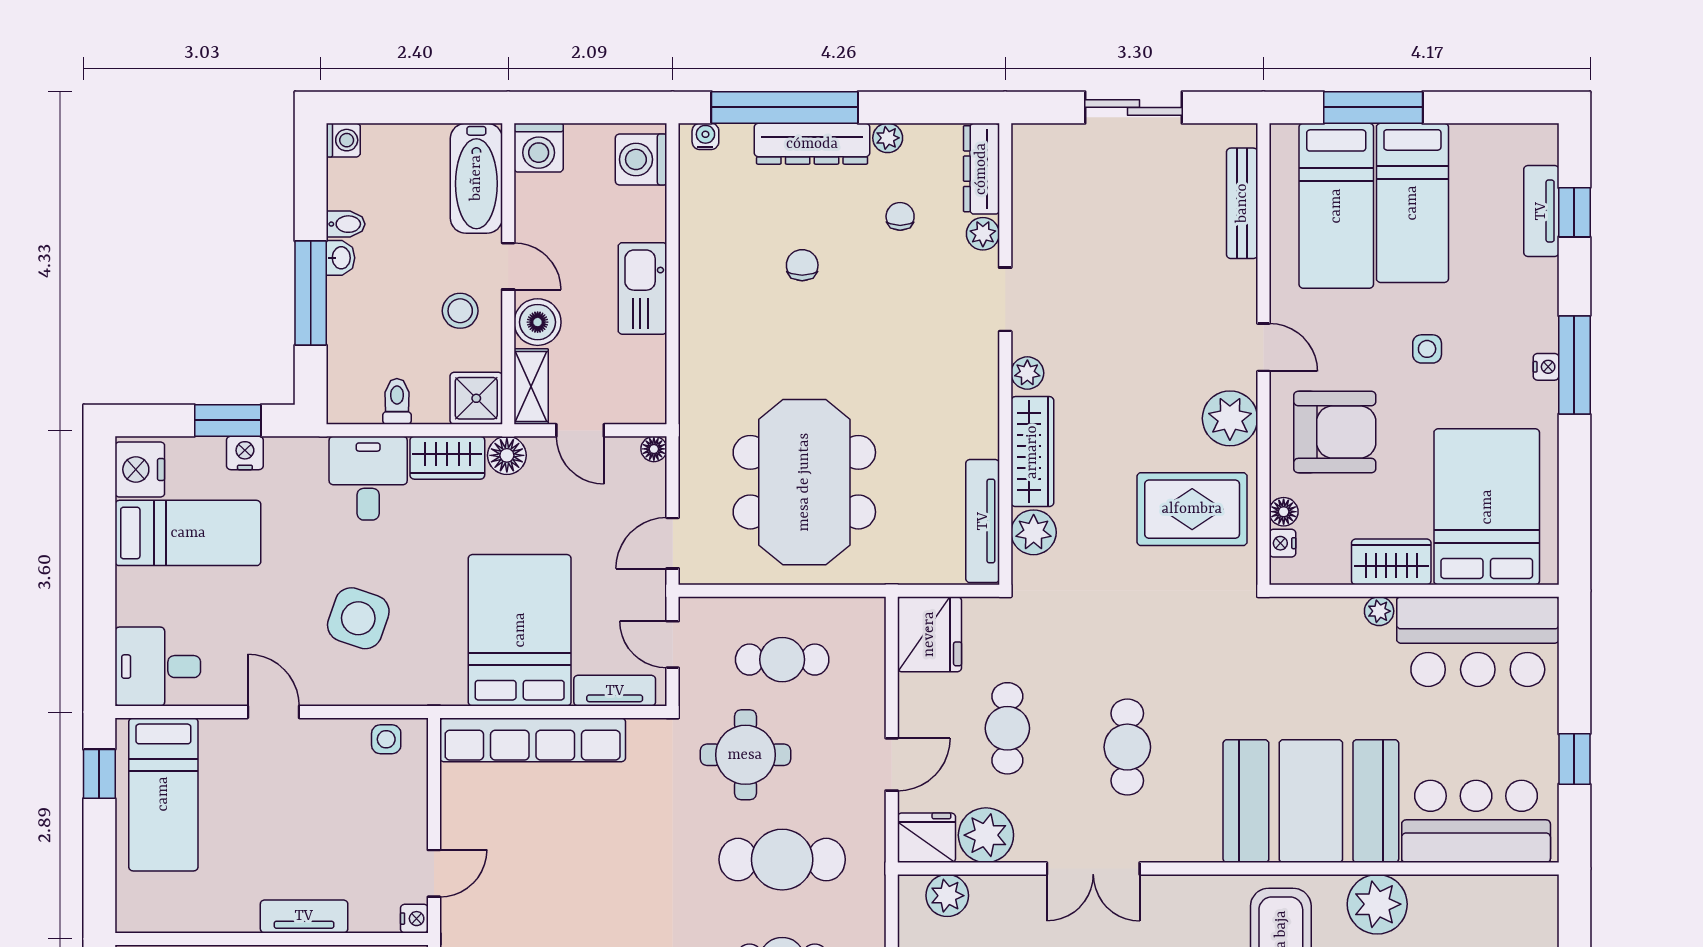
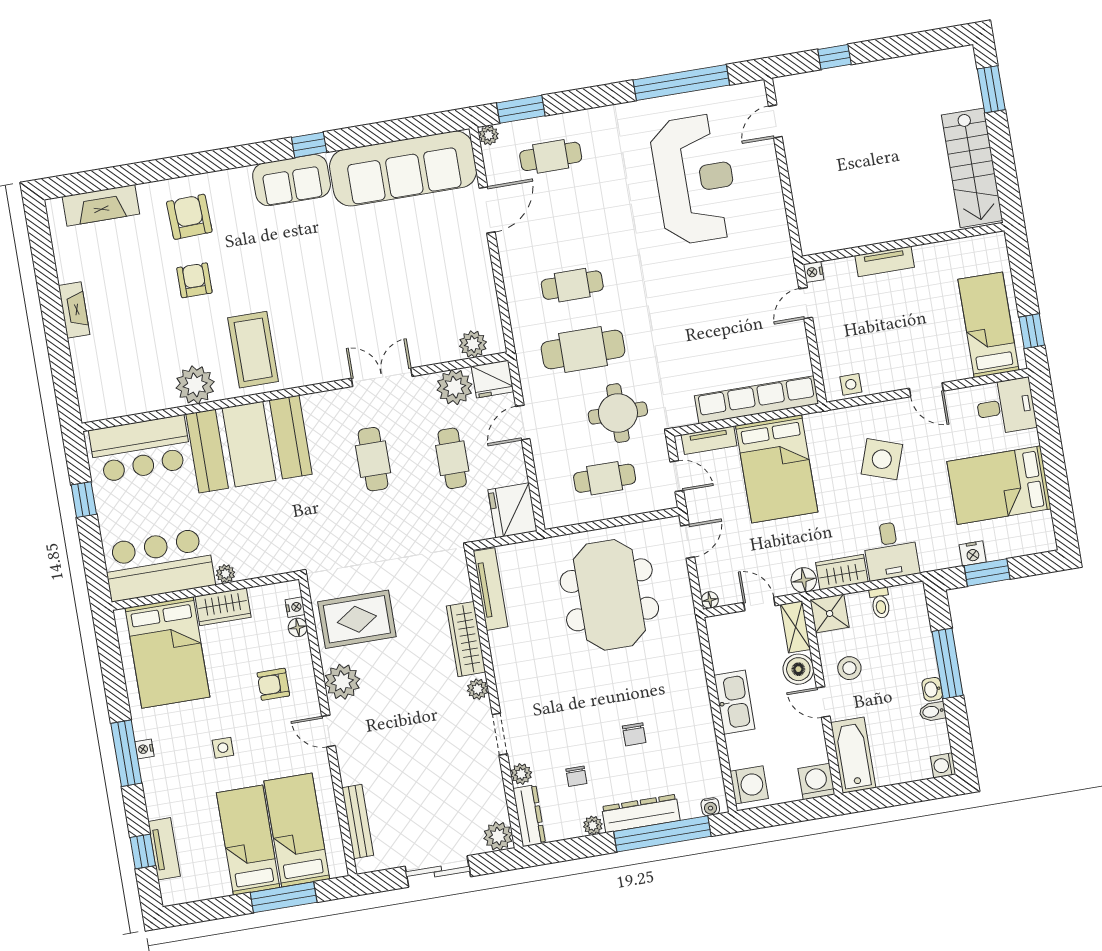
armchair: (1335, 432) -> (273, 684), width x0.53, depth x0.53
nightstand: (140, 469) -> (1039, 531), removed
plant: (1034, 532) -> (498, 836), moved
bed: (188, 533) -> (999, 485), width x1.50

